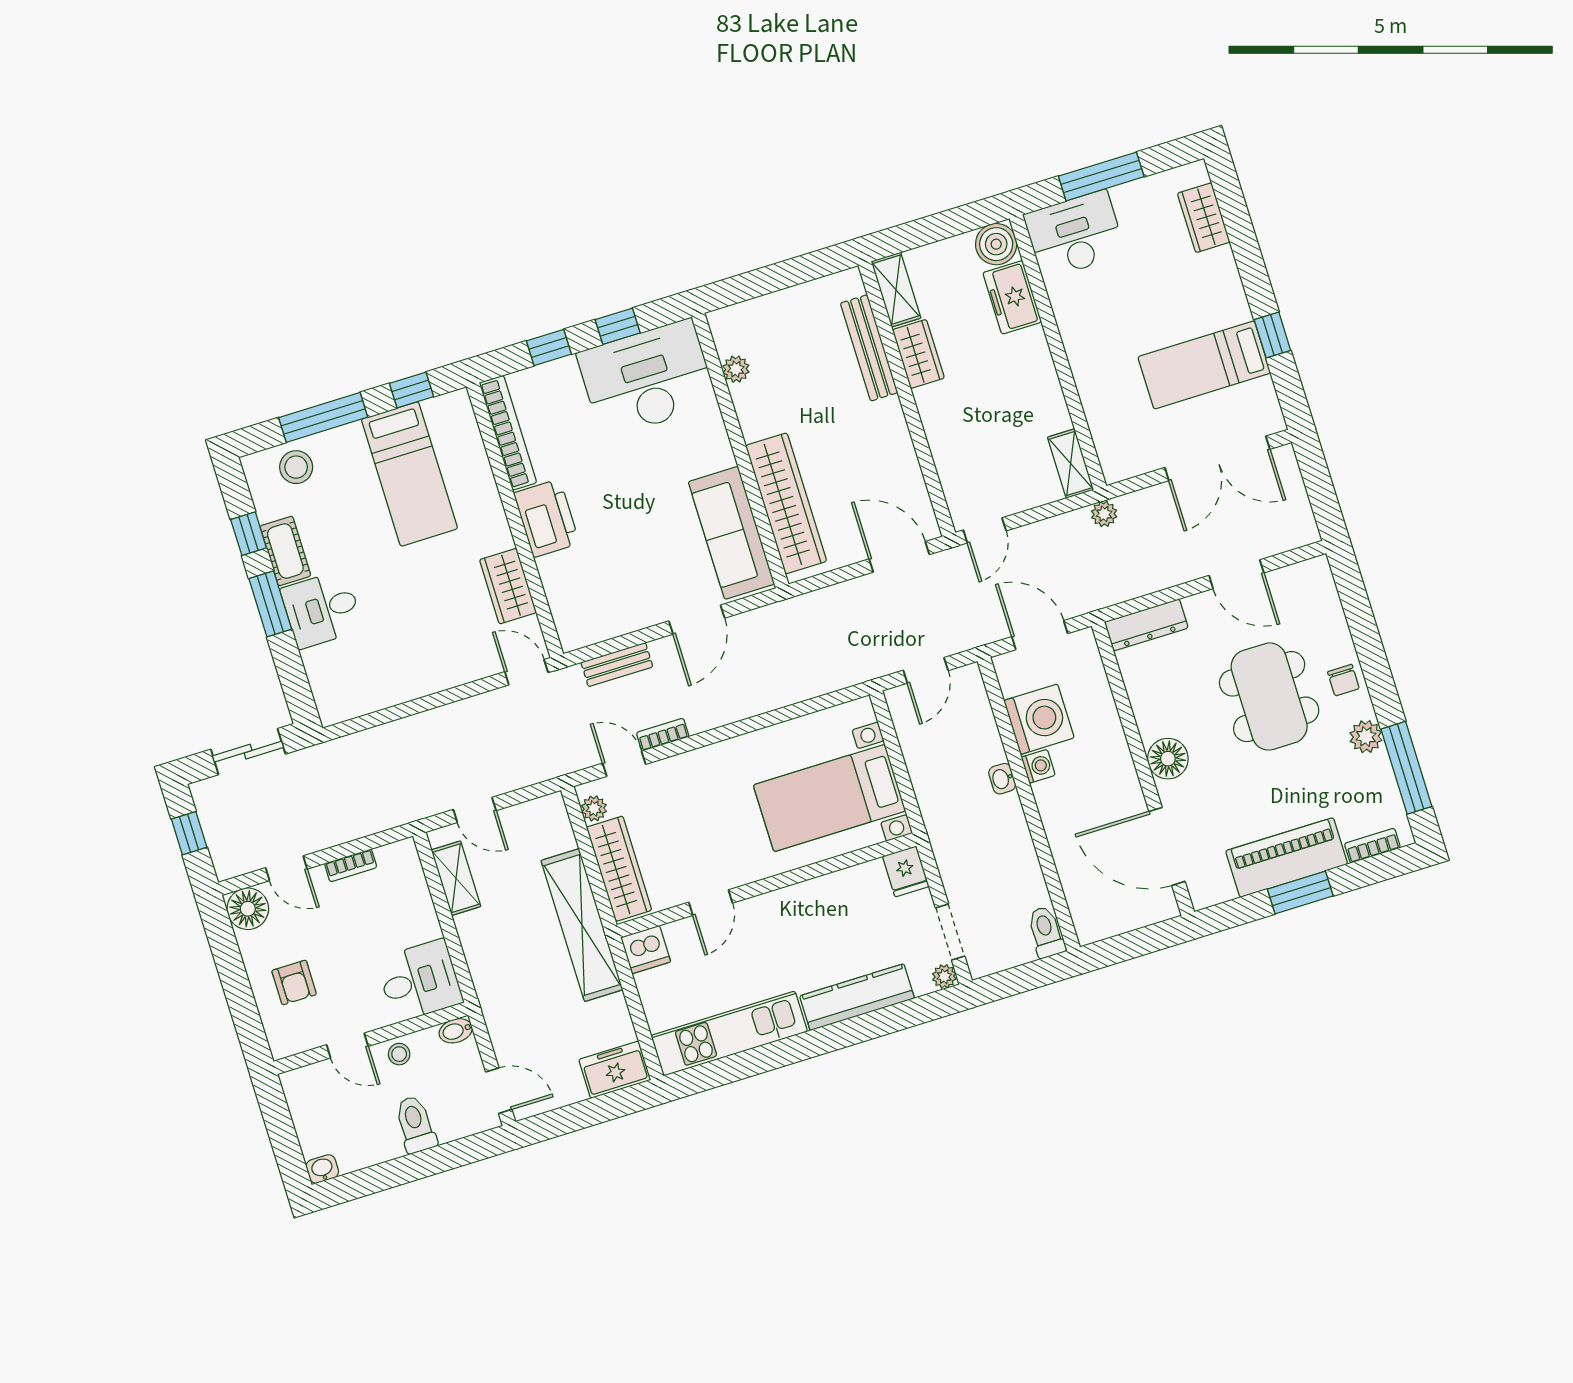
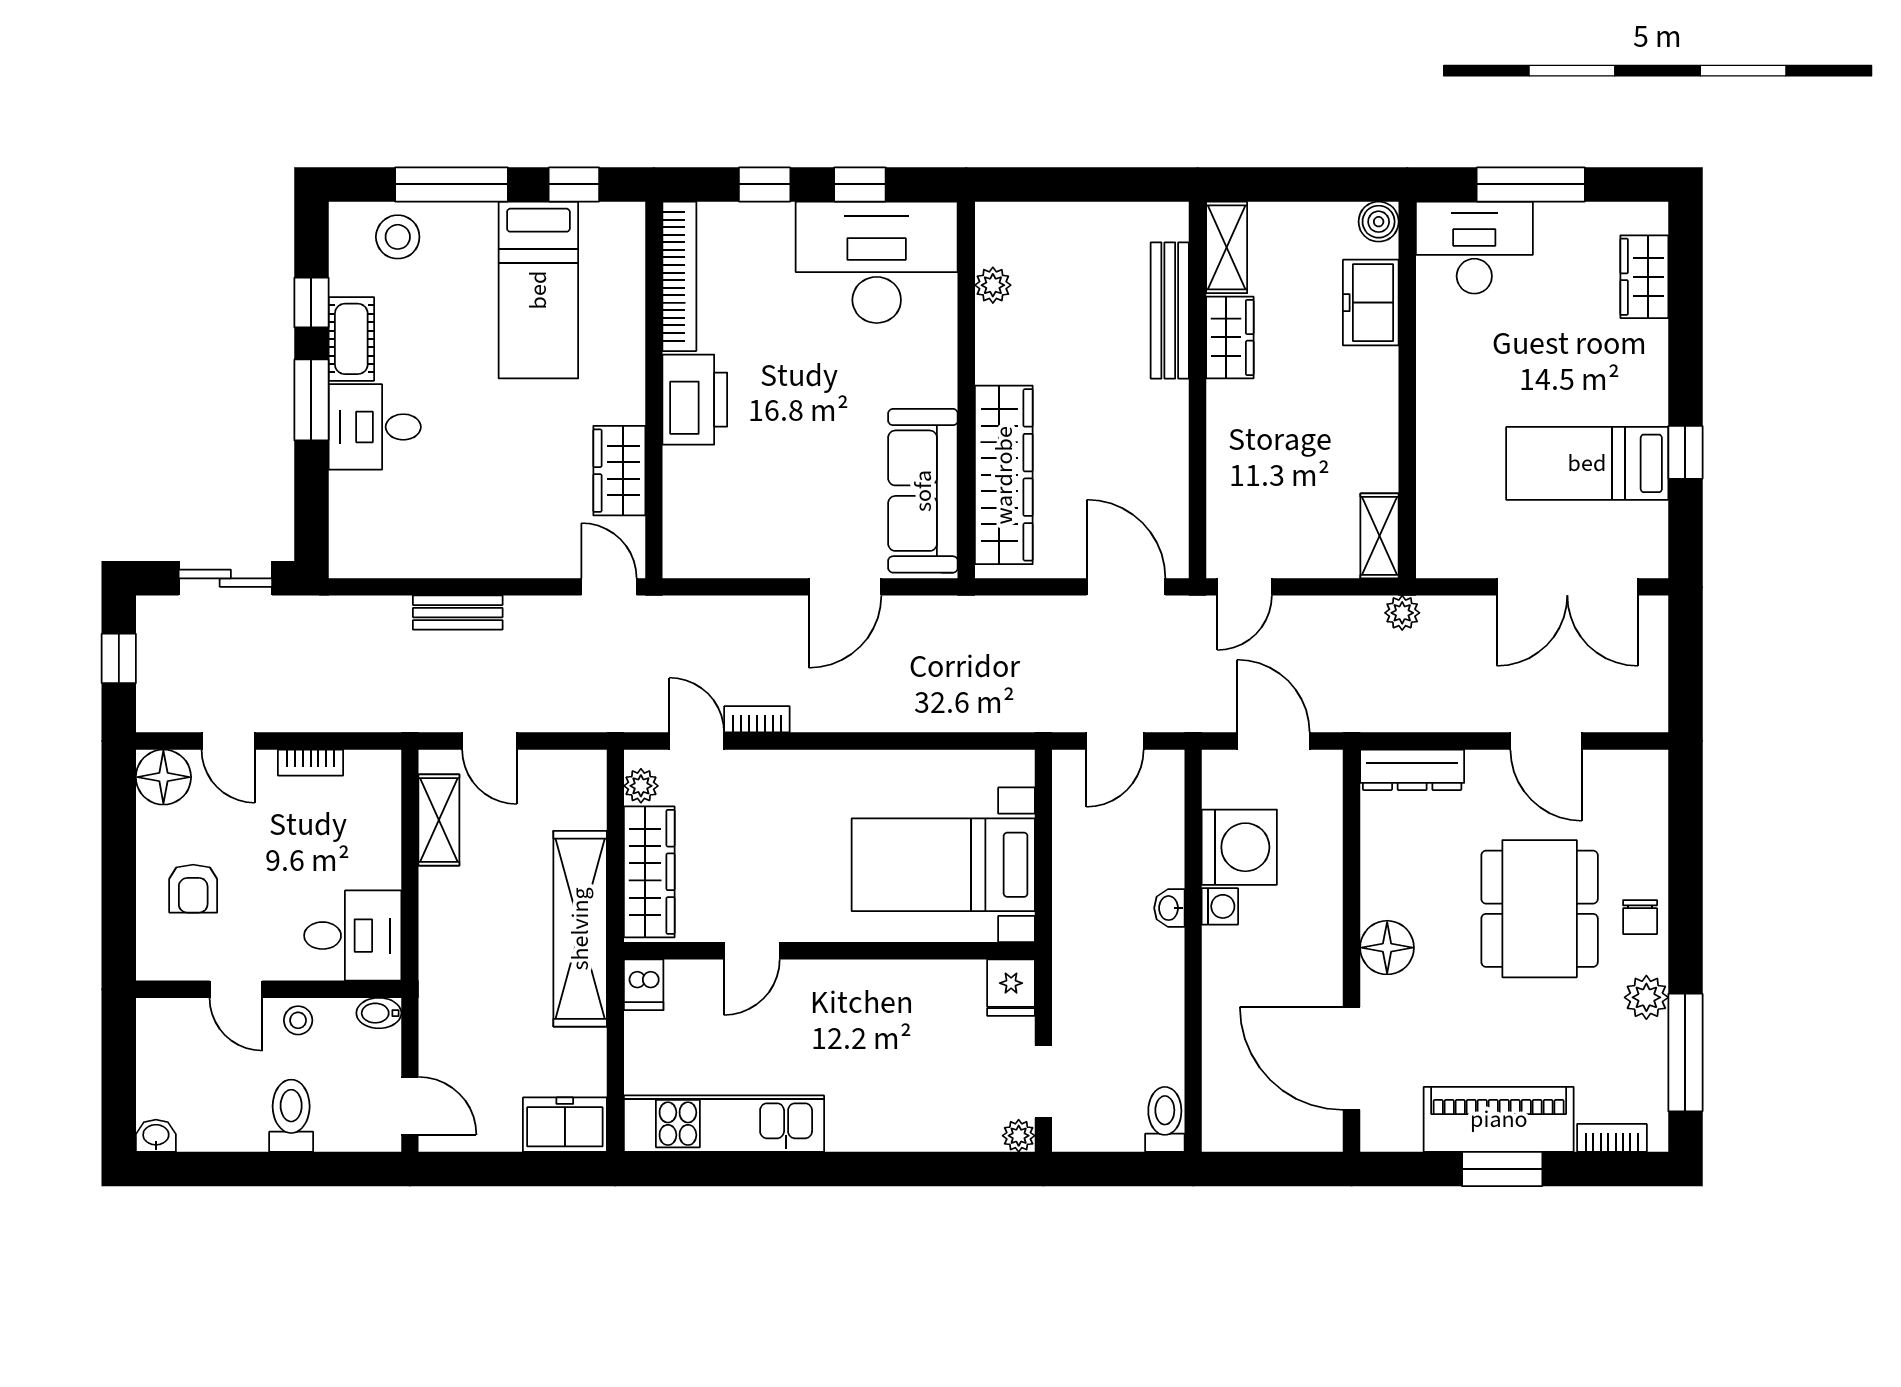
boiler: (996, 244) -> (1379, 222), width x0.73, depth x0.73
bench: (617, 665) -> (458, 613), moved
dishwasher: (646, 950) -> (644, 985), width x0.73
kitchen counter: (857, 997) -> (900, 1128), removed

